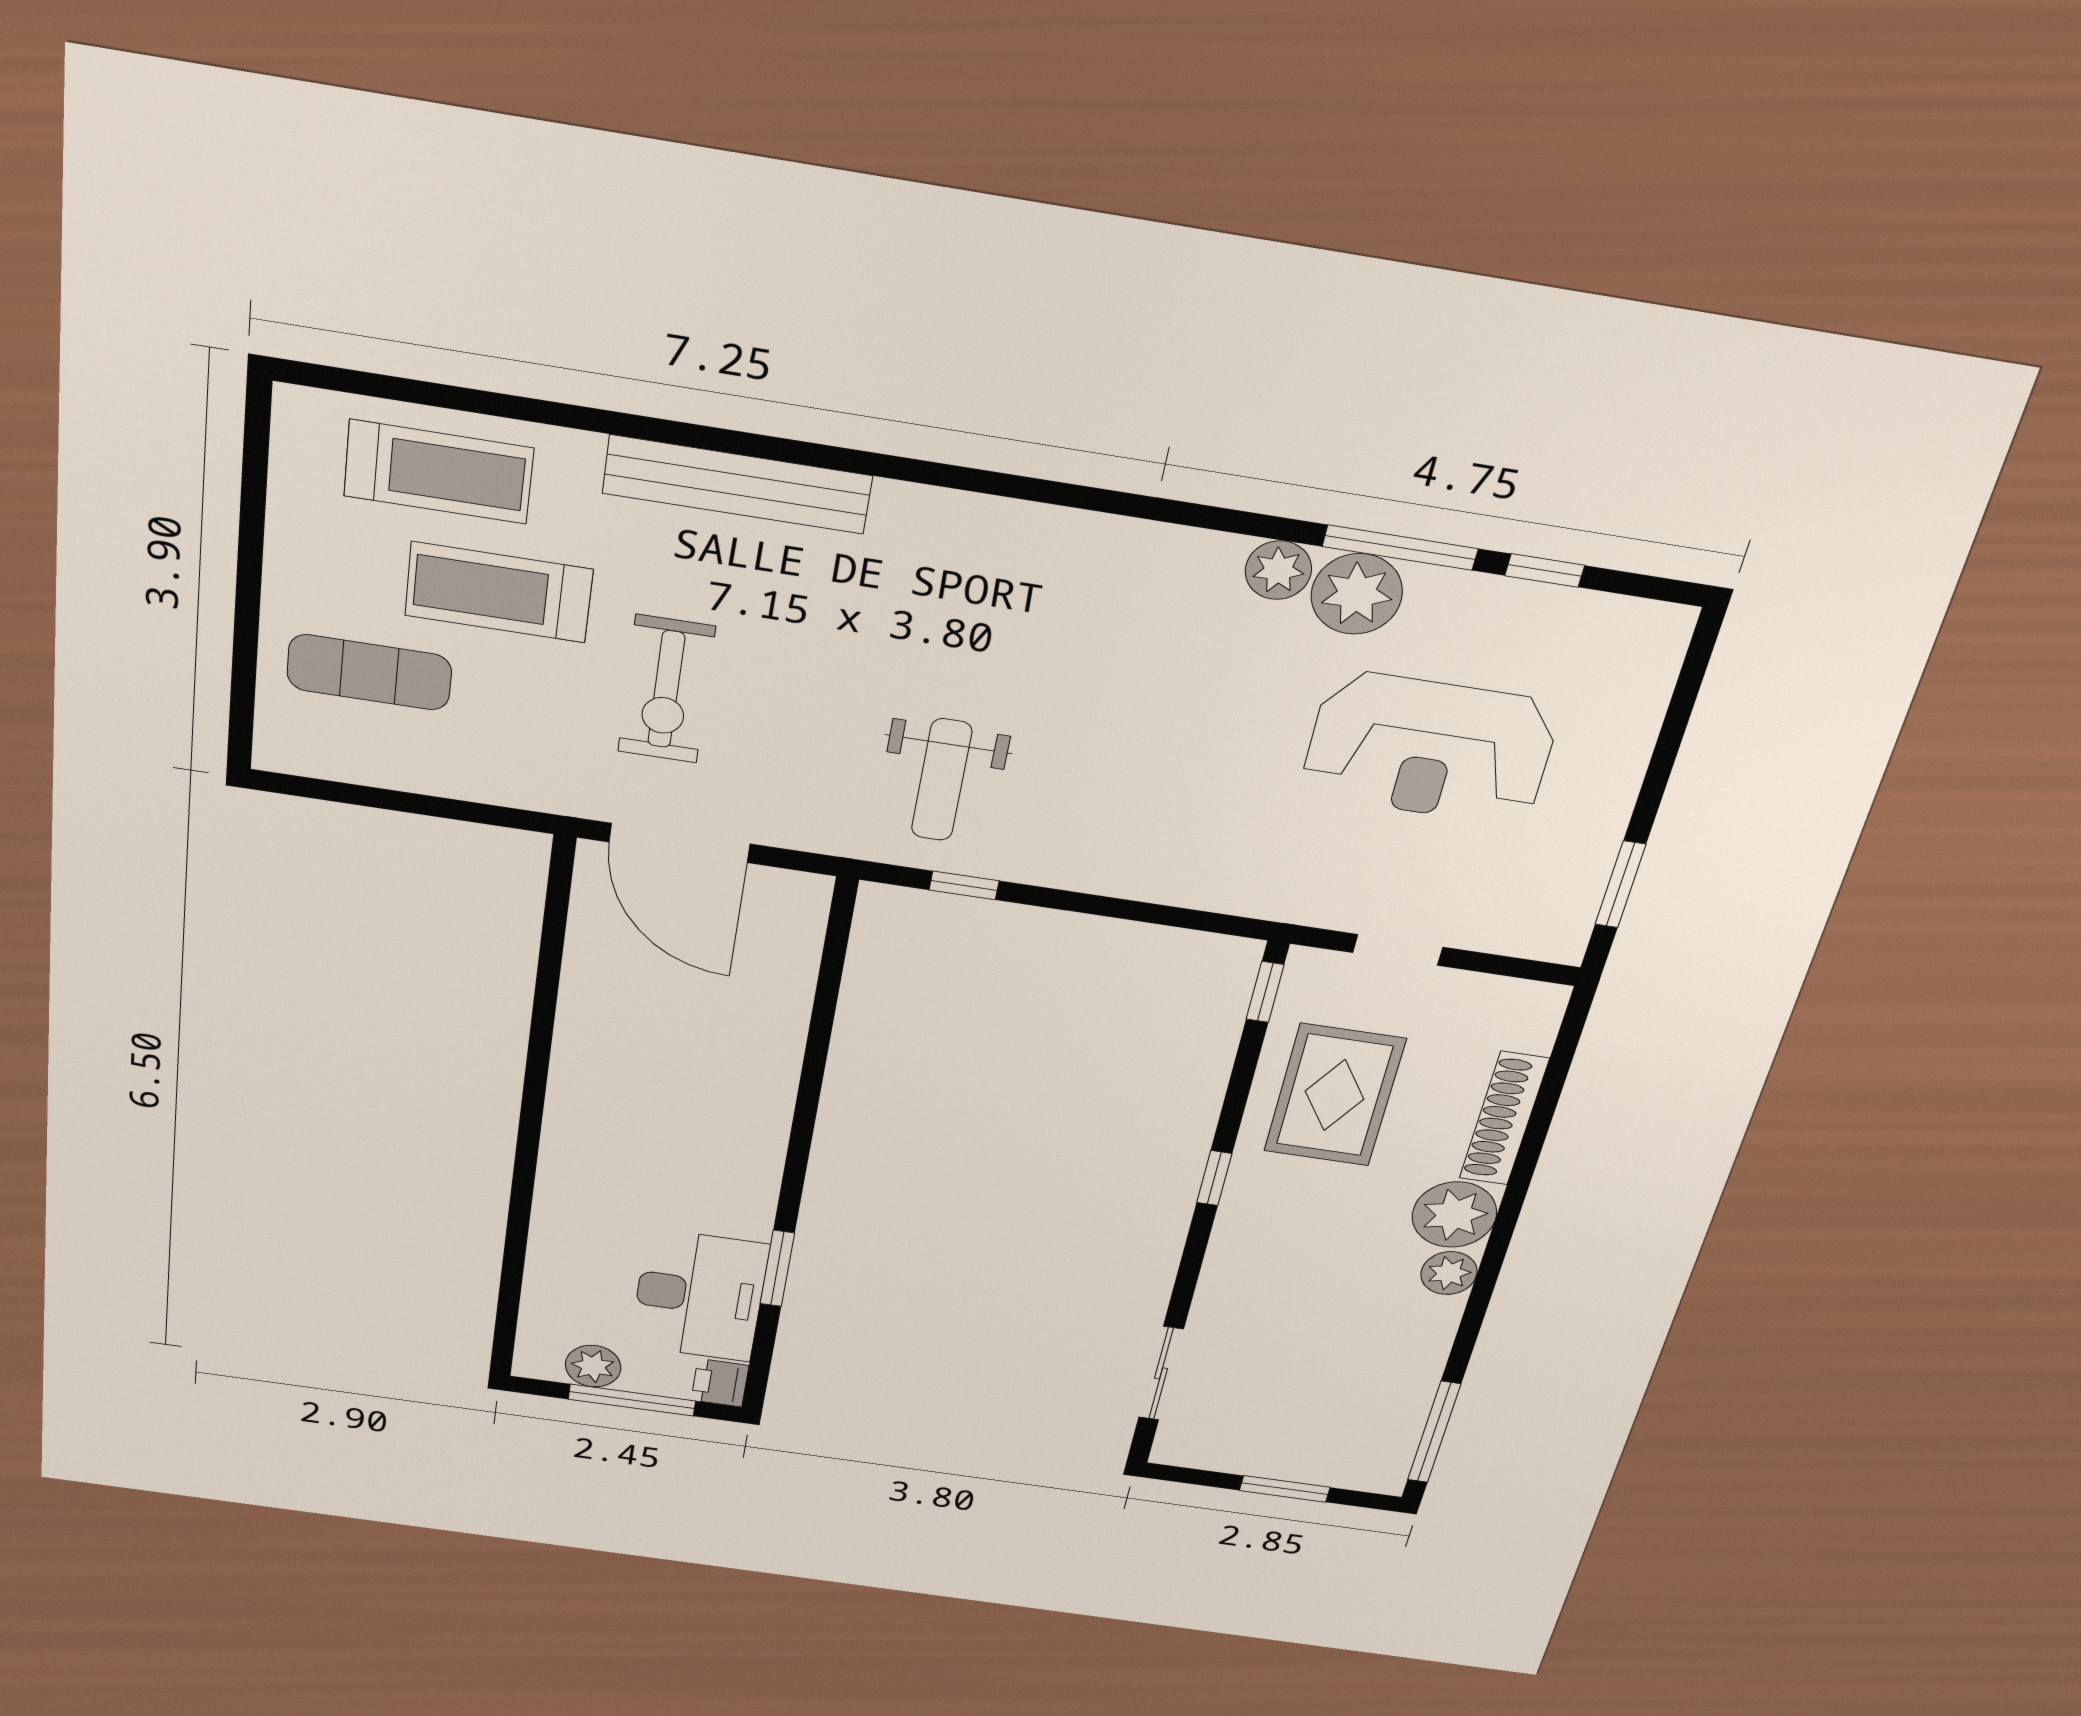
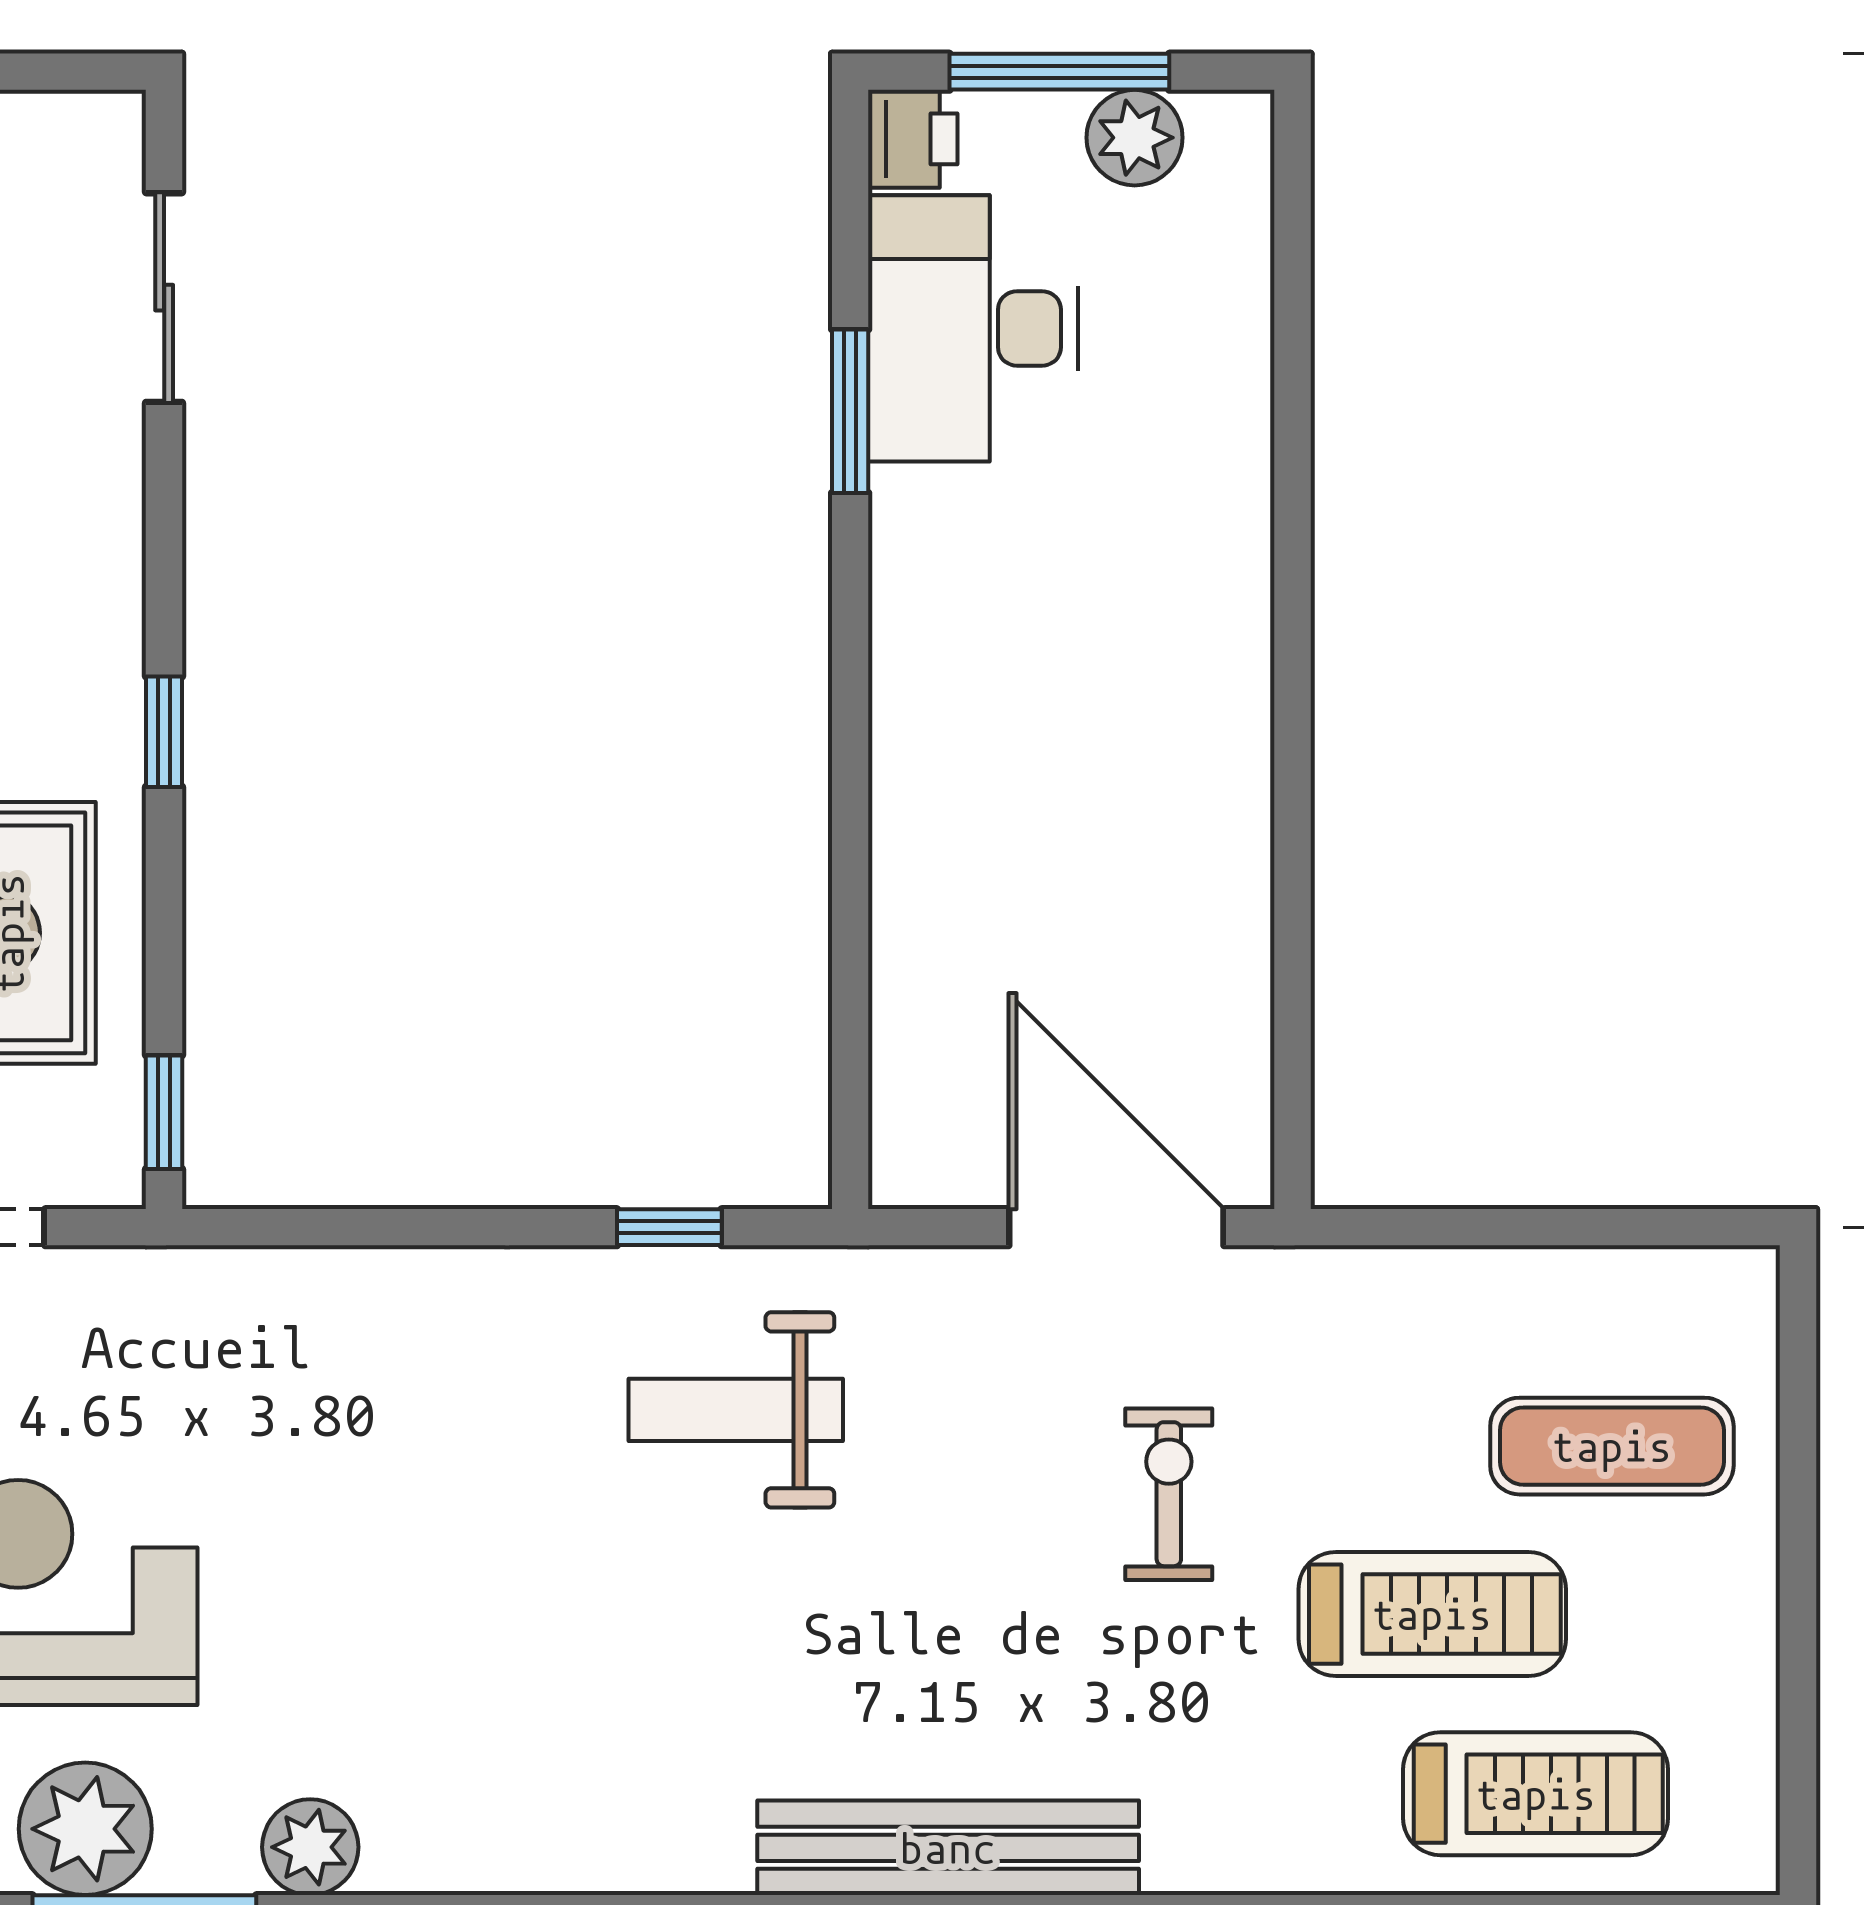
treadmill: (439, 472) -> (1536, 1794), turned 180
bench: (737, 485) -> (948, 1848), moved
plant: (1357, 594) -> (85, 1829), moved
exercise bike: (666, 689) -> (1169, 1494), width x0.73, depth x0.72
weight bench: (942, 780) -> (736, 1410), turned -90

